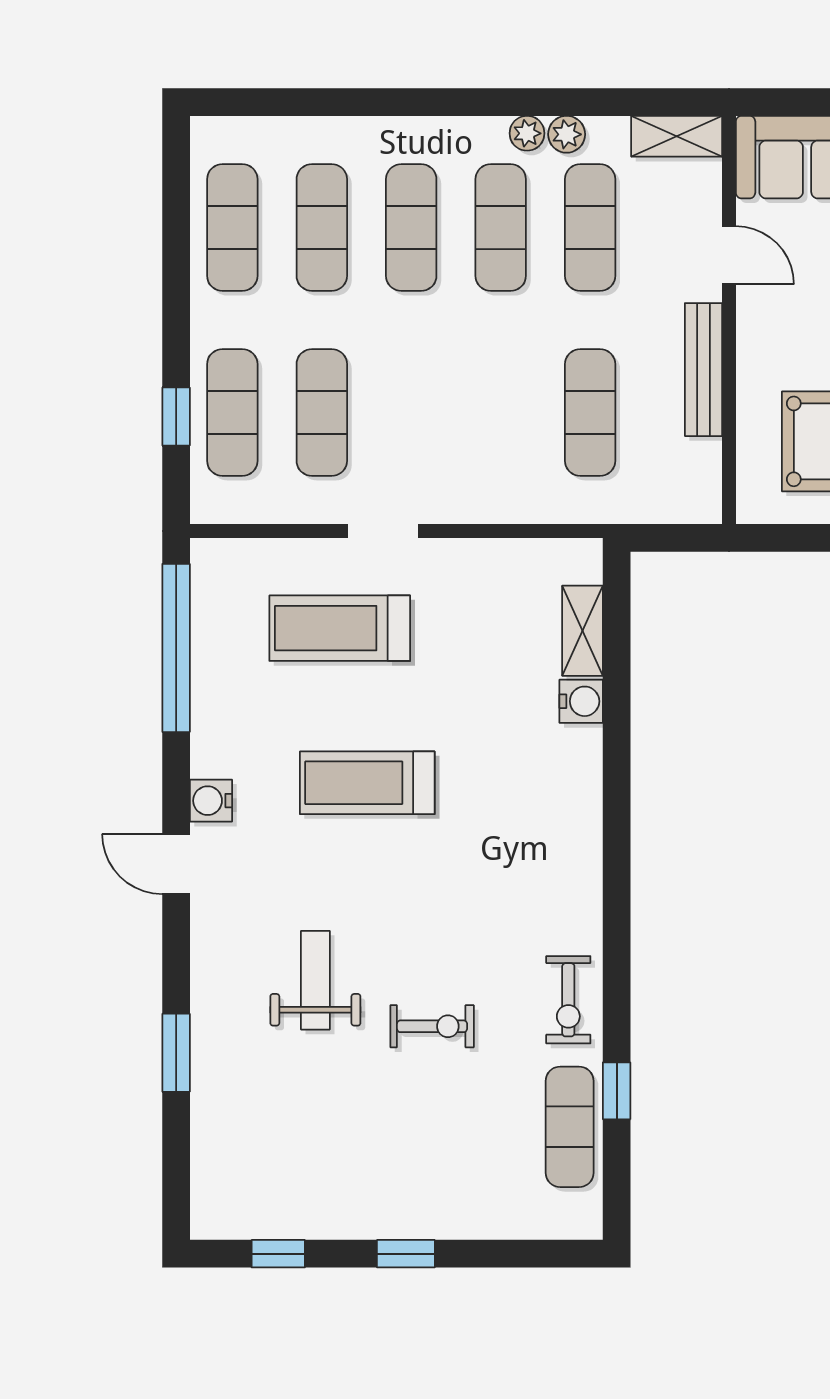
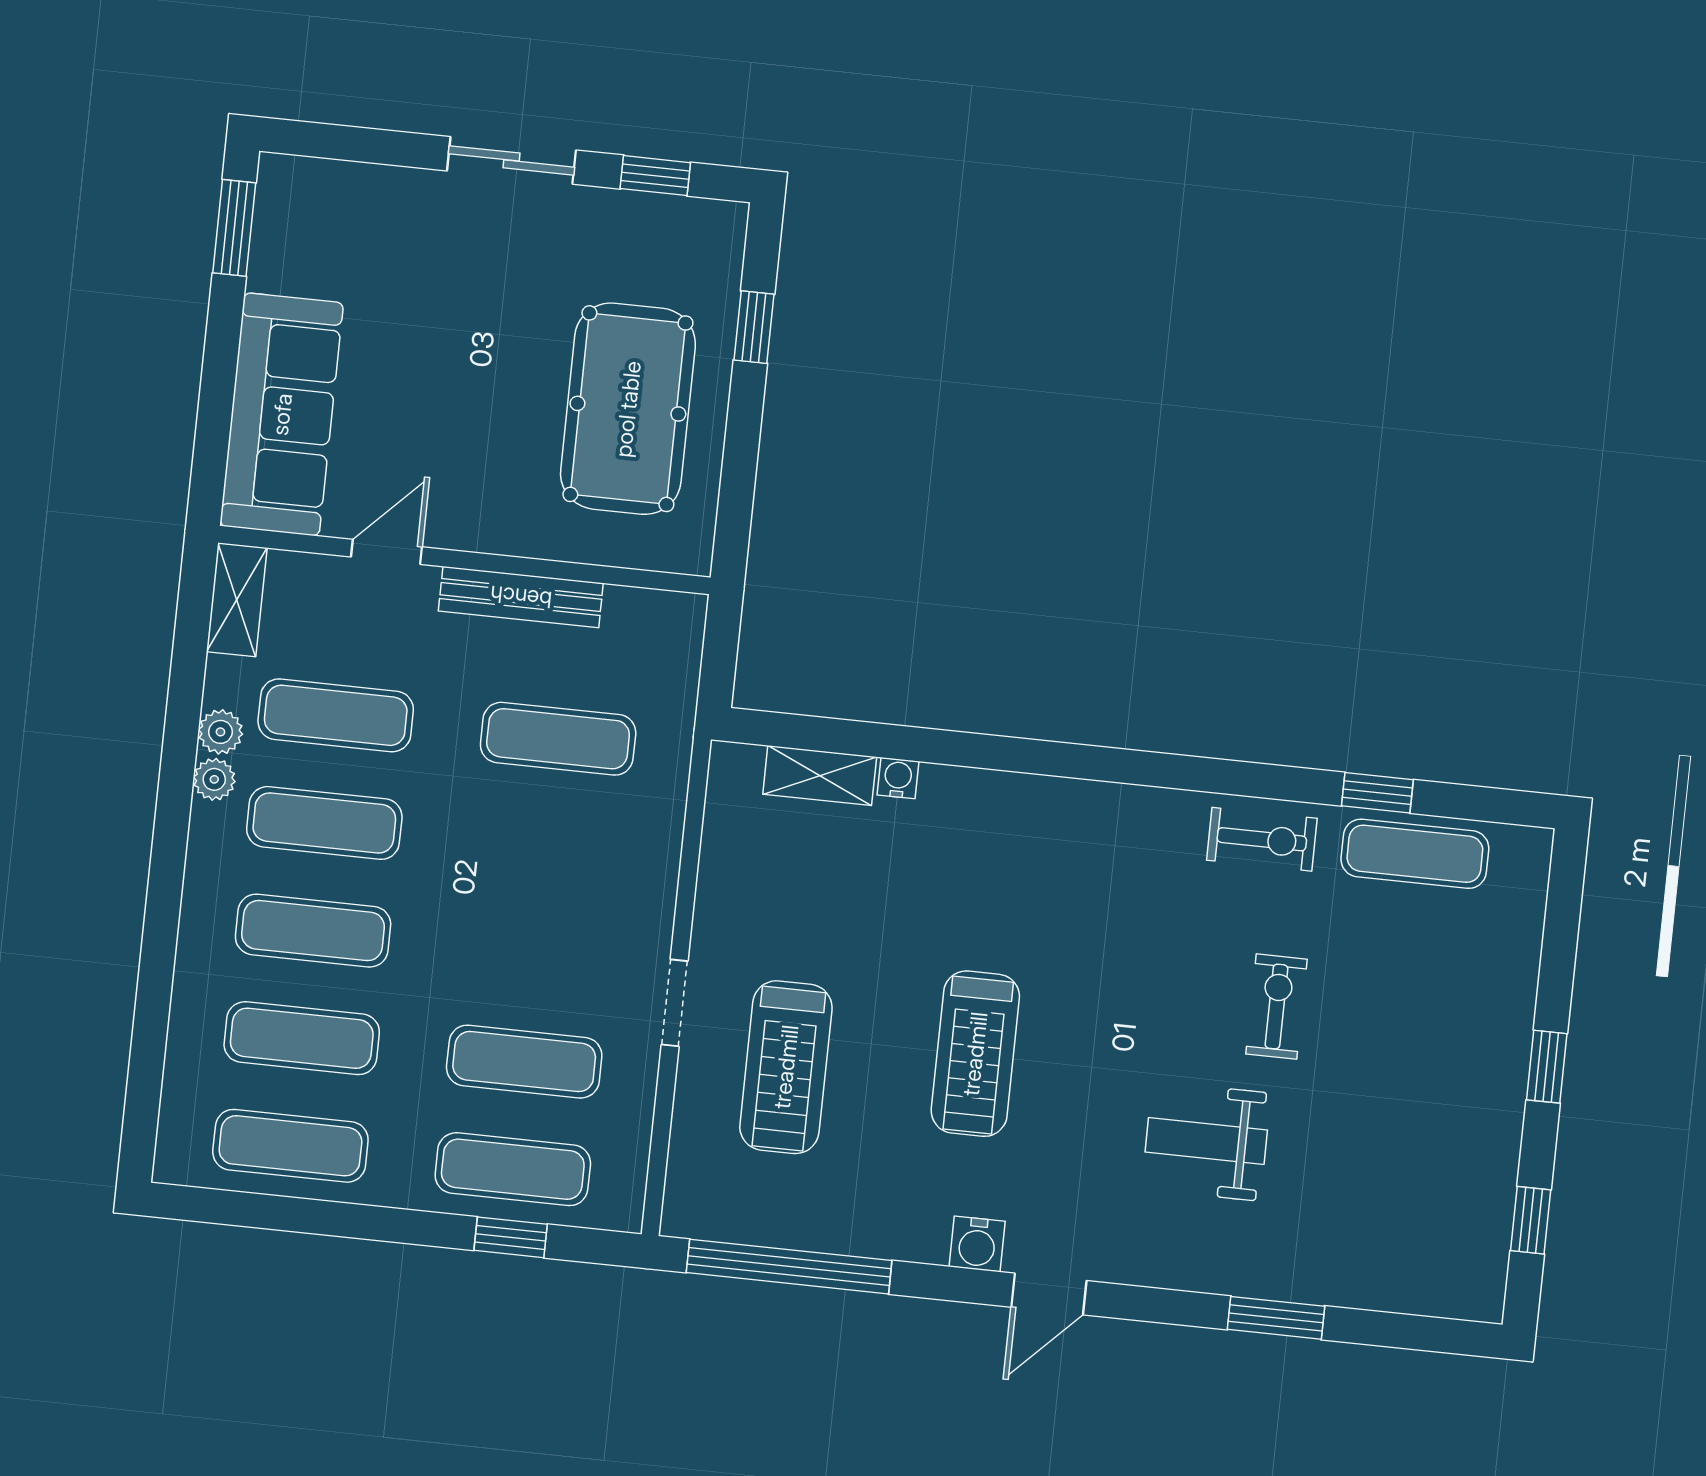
water cooler: (581, 701) -> (898, 778), width x0.72, depth x0.72

